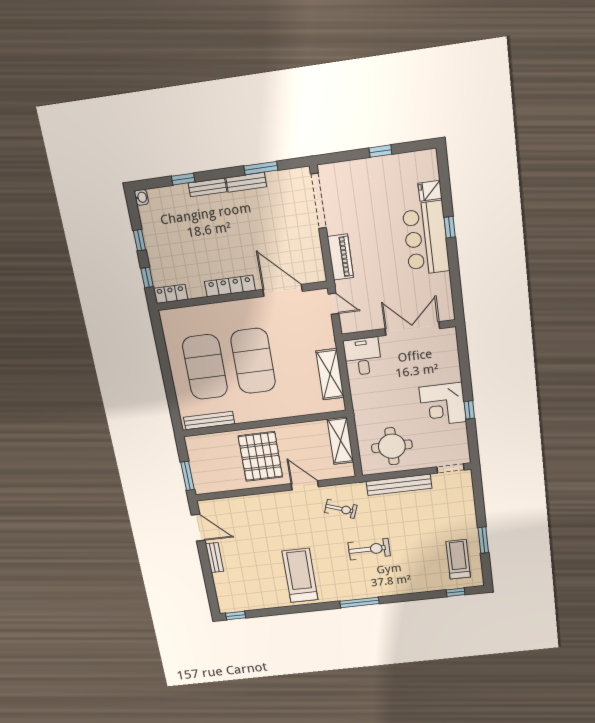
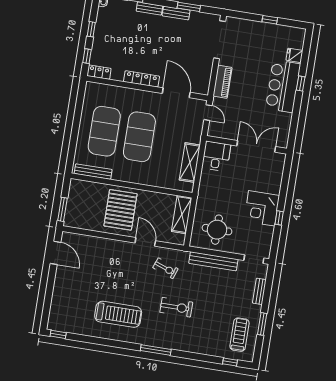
bench: (214, 558) -> (259, 291), moved
treadmill: (300, 575) -> (118, 314), turned 90

